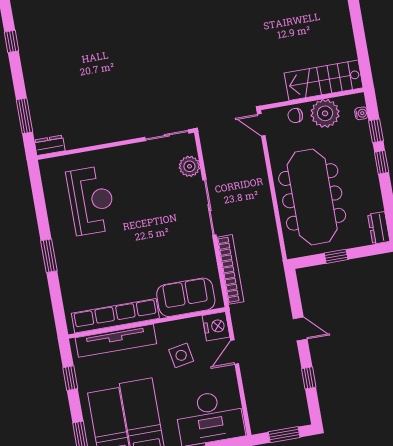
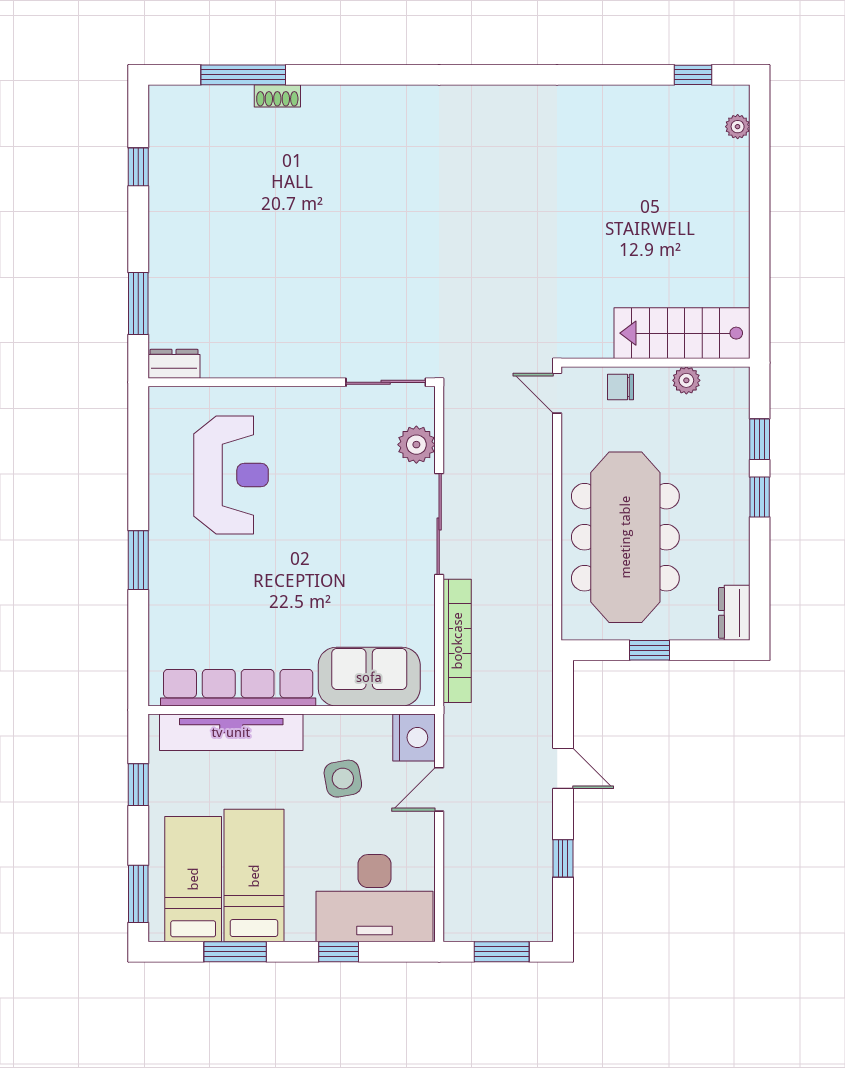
plant: (325, 113) -> (686, 380), width x0.53, depth x0.53
water cooler: (361, 113) -> (739, 404), removed

